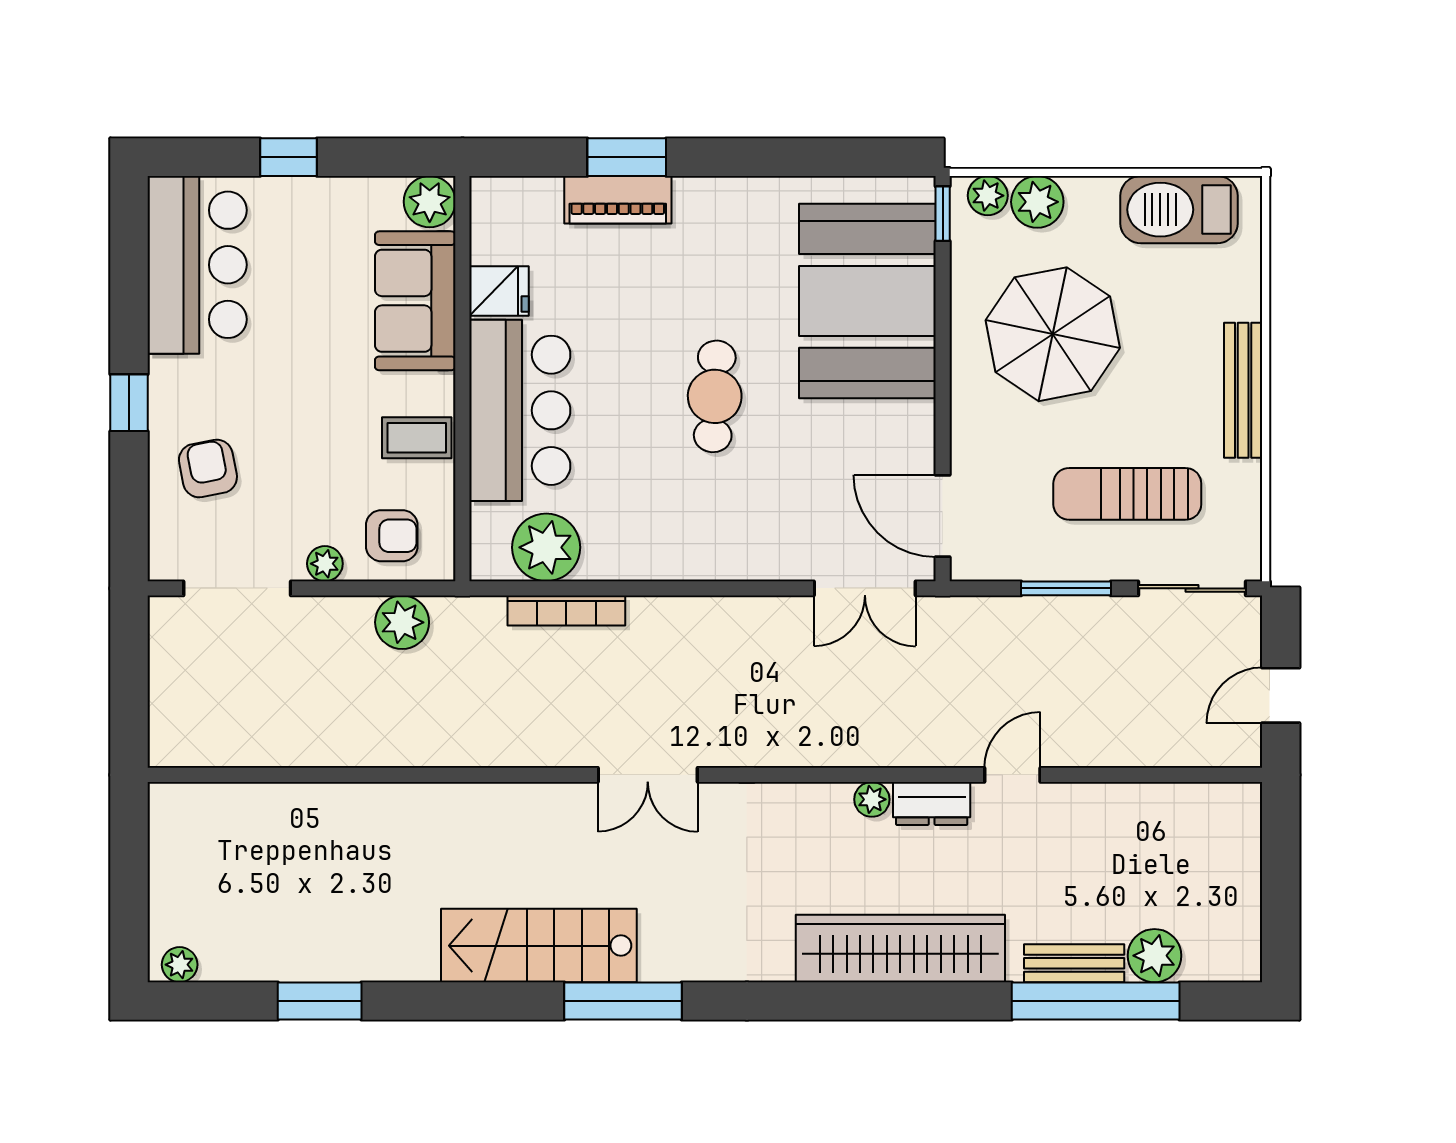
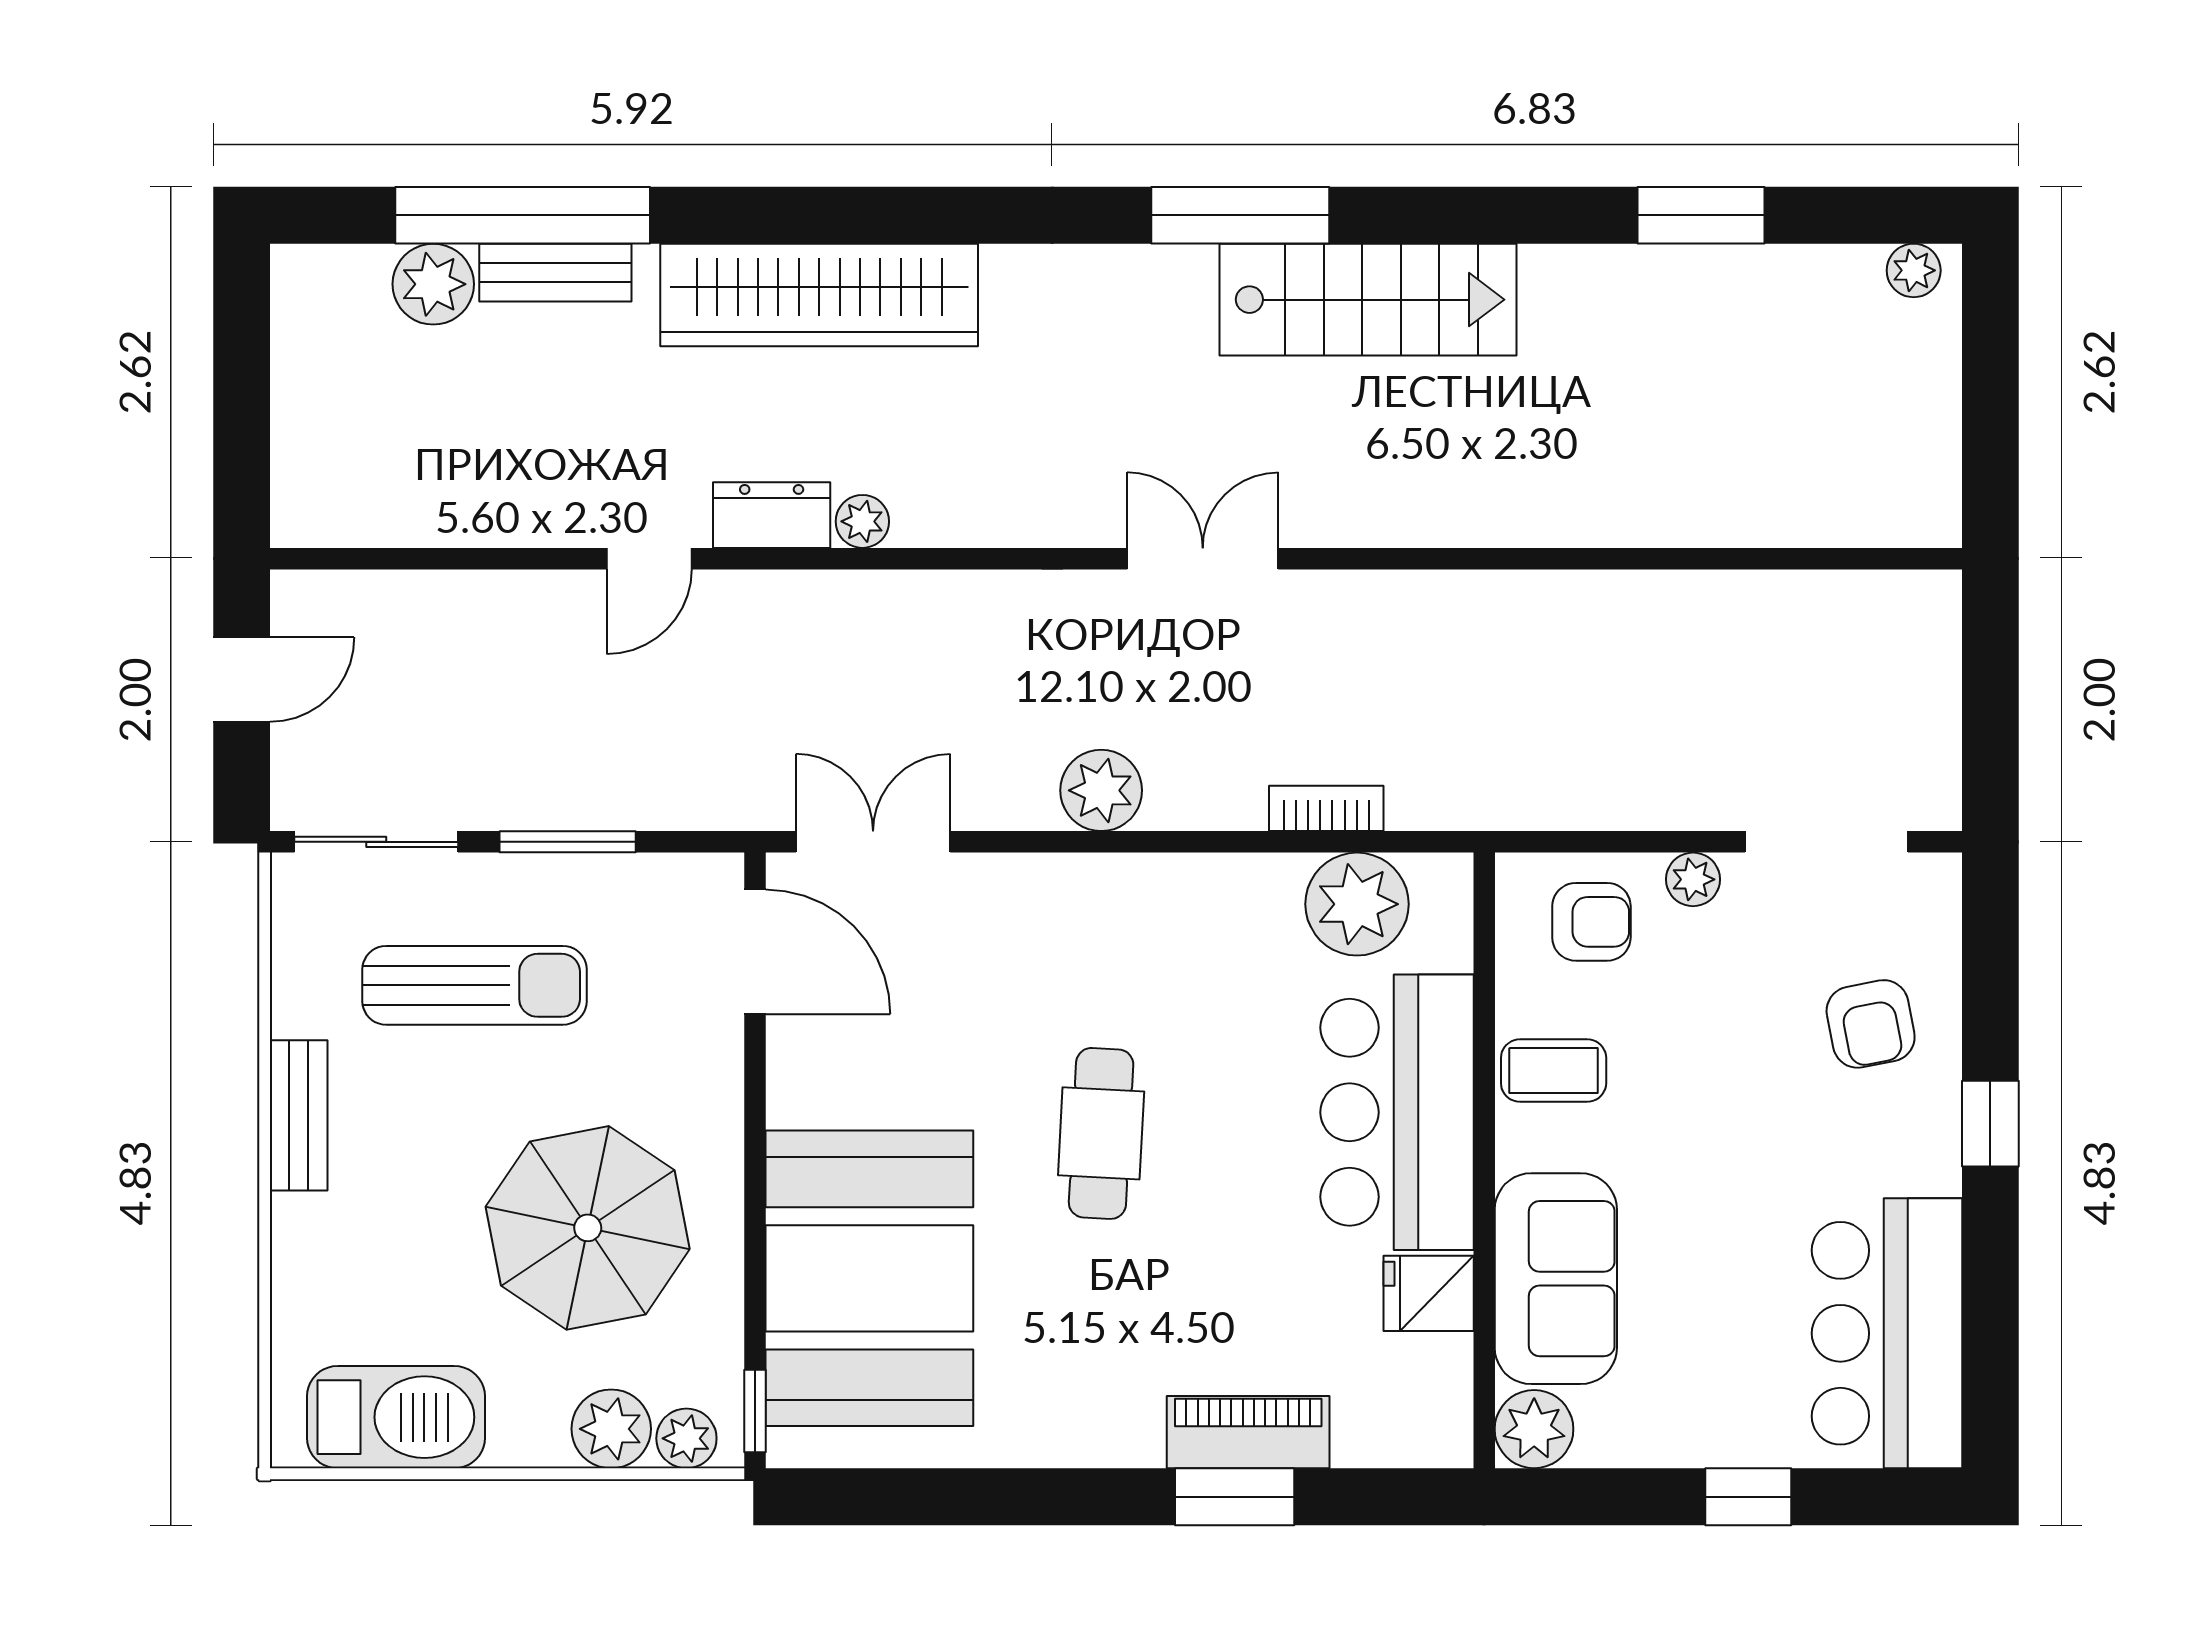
bench: (1243, 390) -> (299, 1115), width x0.73
armchair: (392, 536) -> (1591, 922), turned 180
bookcase: (566, 610) -> (1326, 808), width x0.64
plant: (402, 622) -> (1101, 790), moved

